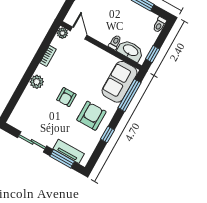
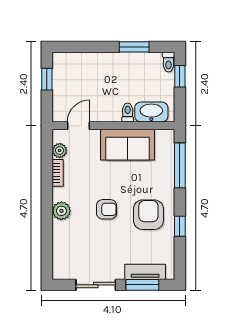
plant: (62, 33) -> (60, 150), moved
door: (79, 33) -> (79, 126), hinge flipped
window: (153, 54) -> (180, 76), moved
sofa: (119, 82) -> (128, 145), moved, turned -90
armchair: (66, 97) -> (107, 209), turned -90

